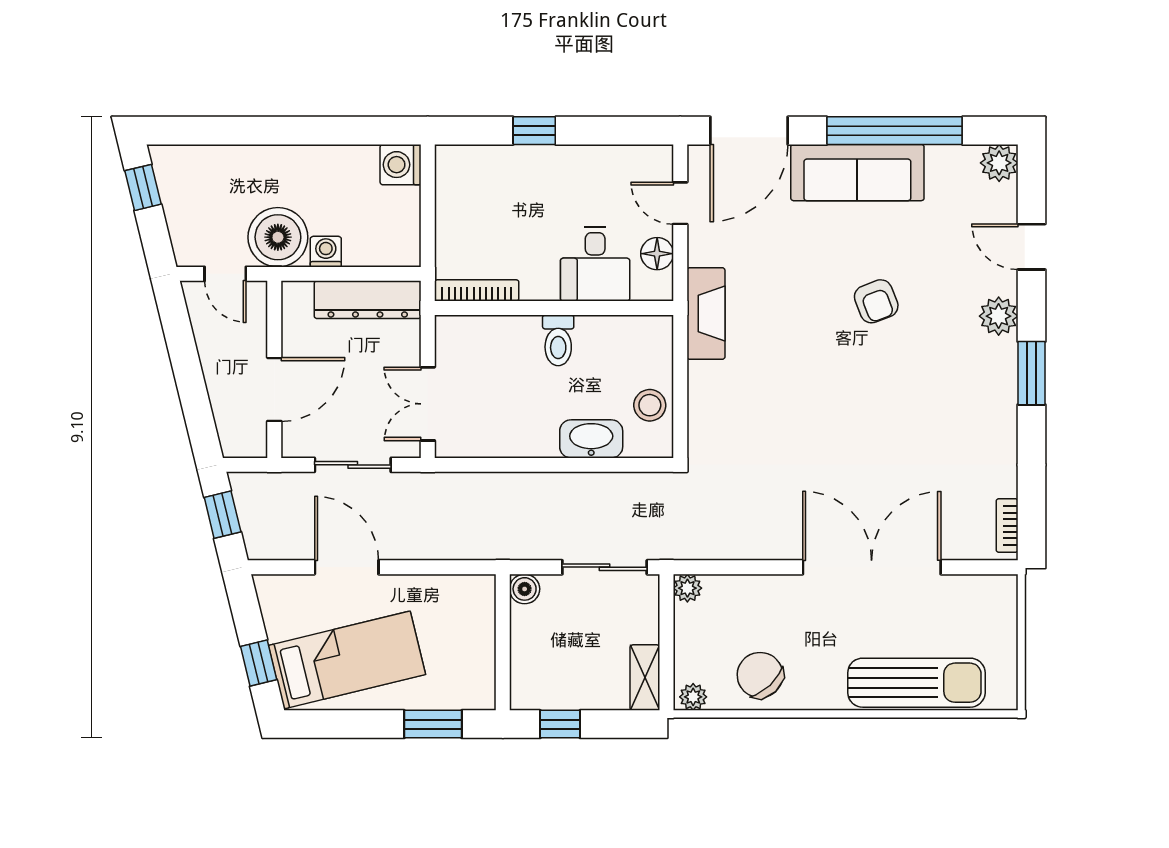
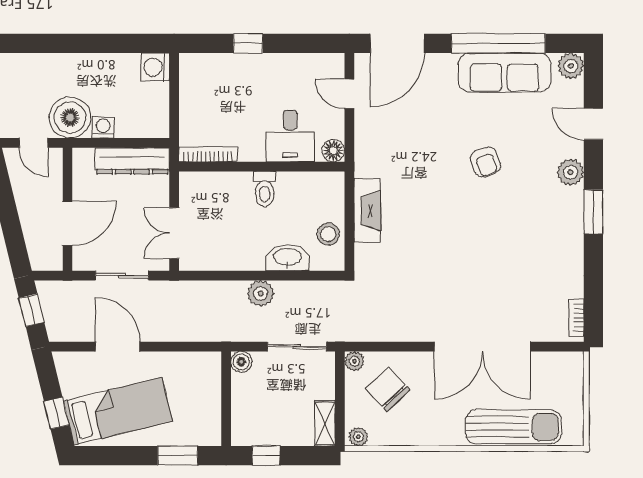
sofa: (857, 173) -> (504, 73), moved
floor lamp: (657, 254) -> (333, 151), moved
fireplace: (706, 314) -> (367, 211), moved
plant: (552, 491) -> (261, 294), added
double door: (872, 567) -> (482, 347), swing flipped
chair: (760, 675) -> (388, 390), moved

